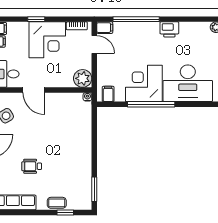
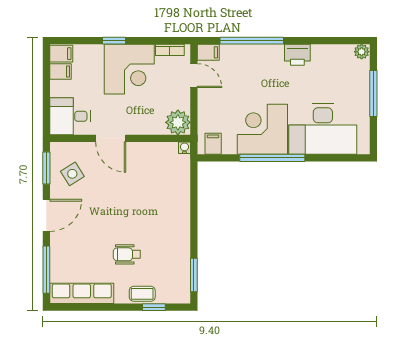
wheelchair: (32, 166) -> (127, 254), moved

